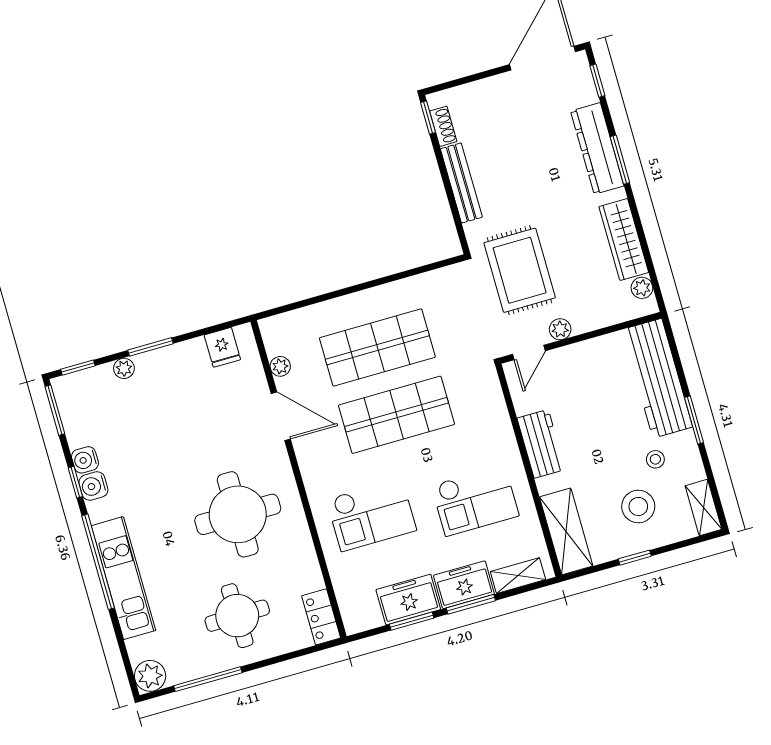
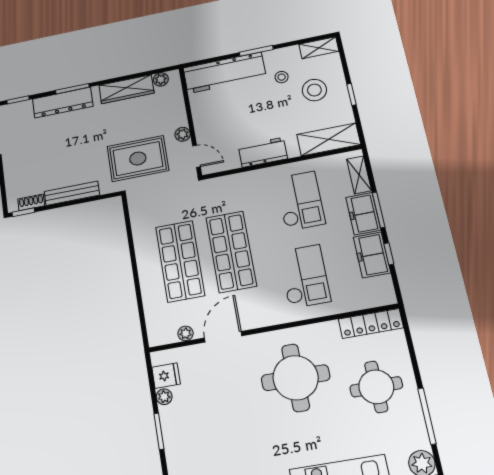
plant: (124, 368) -> (164, 397), moved
locker: (321, 617) -> (371, 323), width x1.53
window: (412, 621) -> (389, 254), width x0.67

